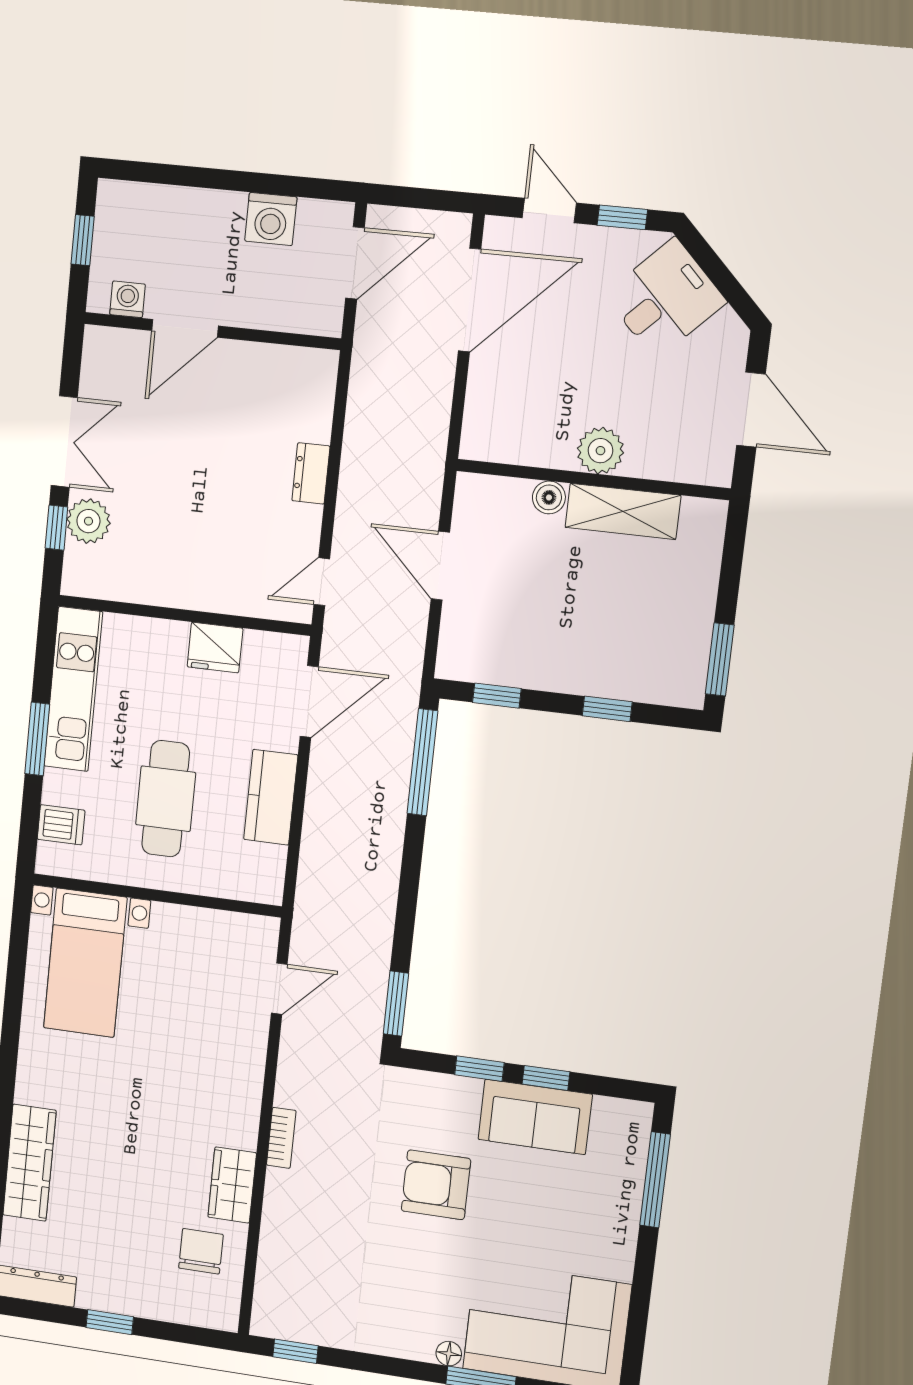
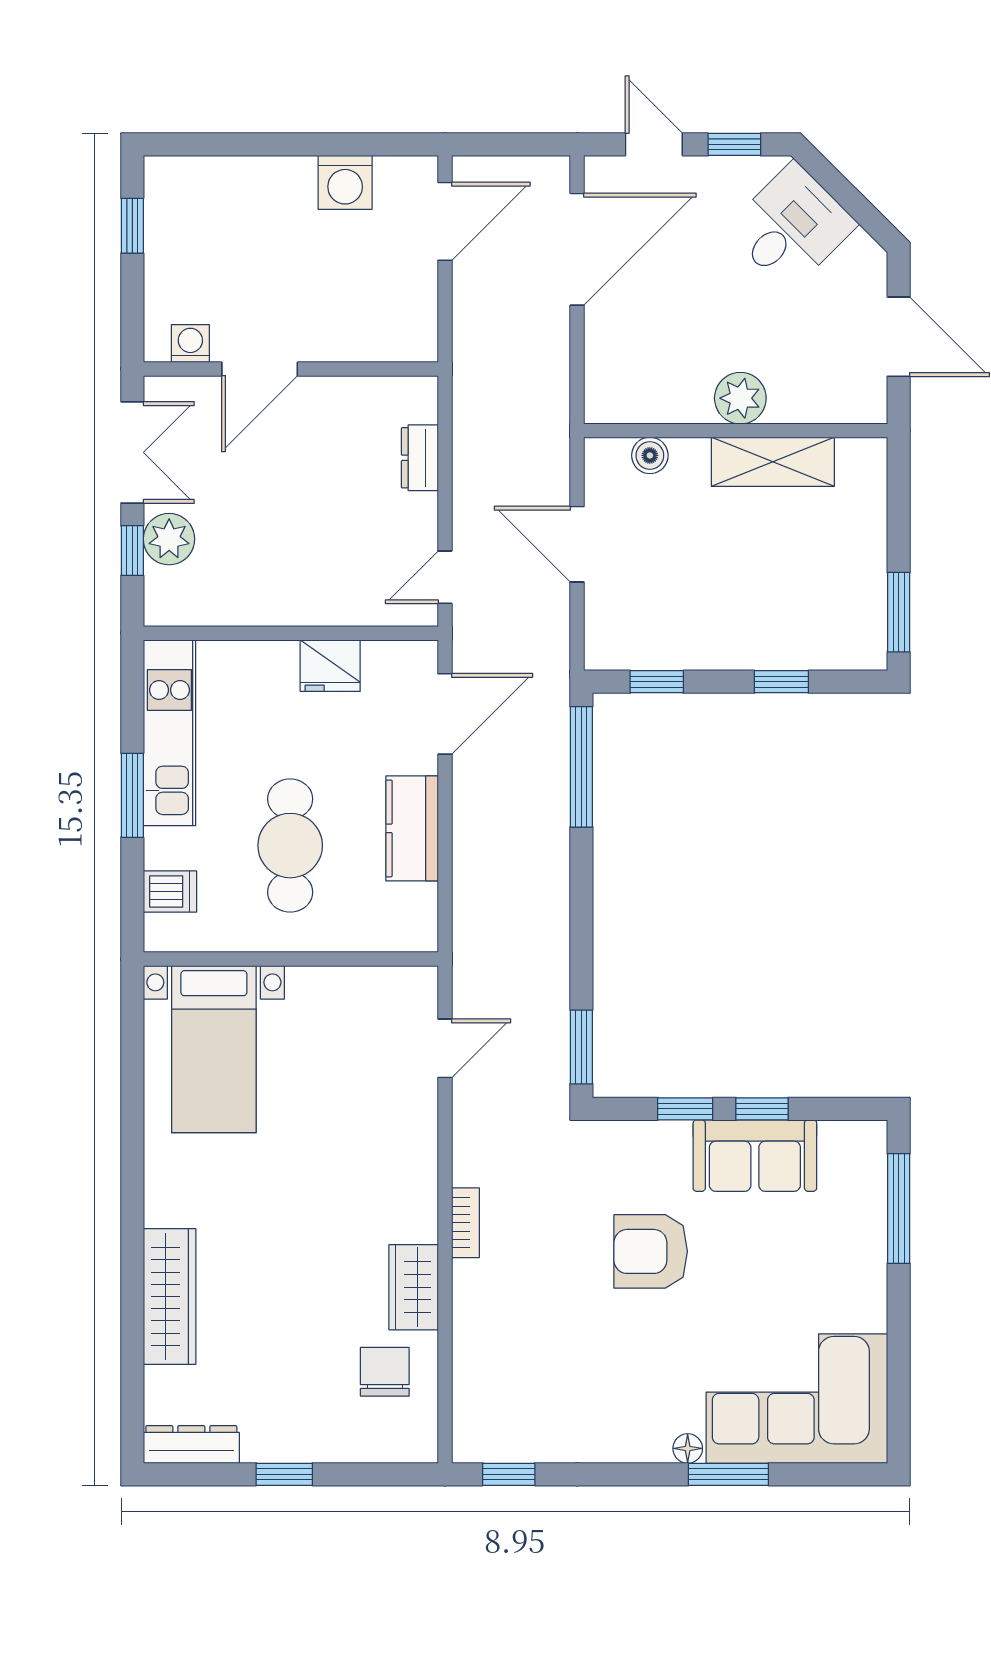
washing machine: (127, 299) -> (190, 343), moved
door: (185, 328) -> (260, 369), moved
wall: (212, 331) -> (291, 369), moved
boiler: (549, 497) -> (650, 455), moved

